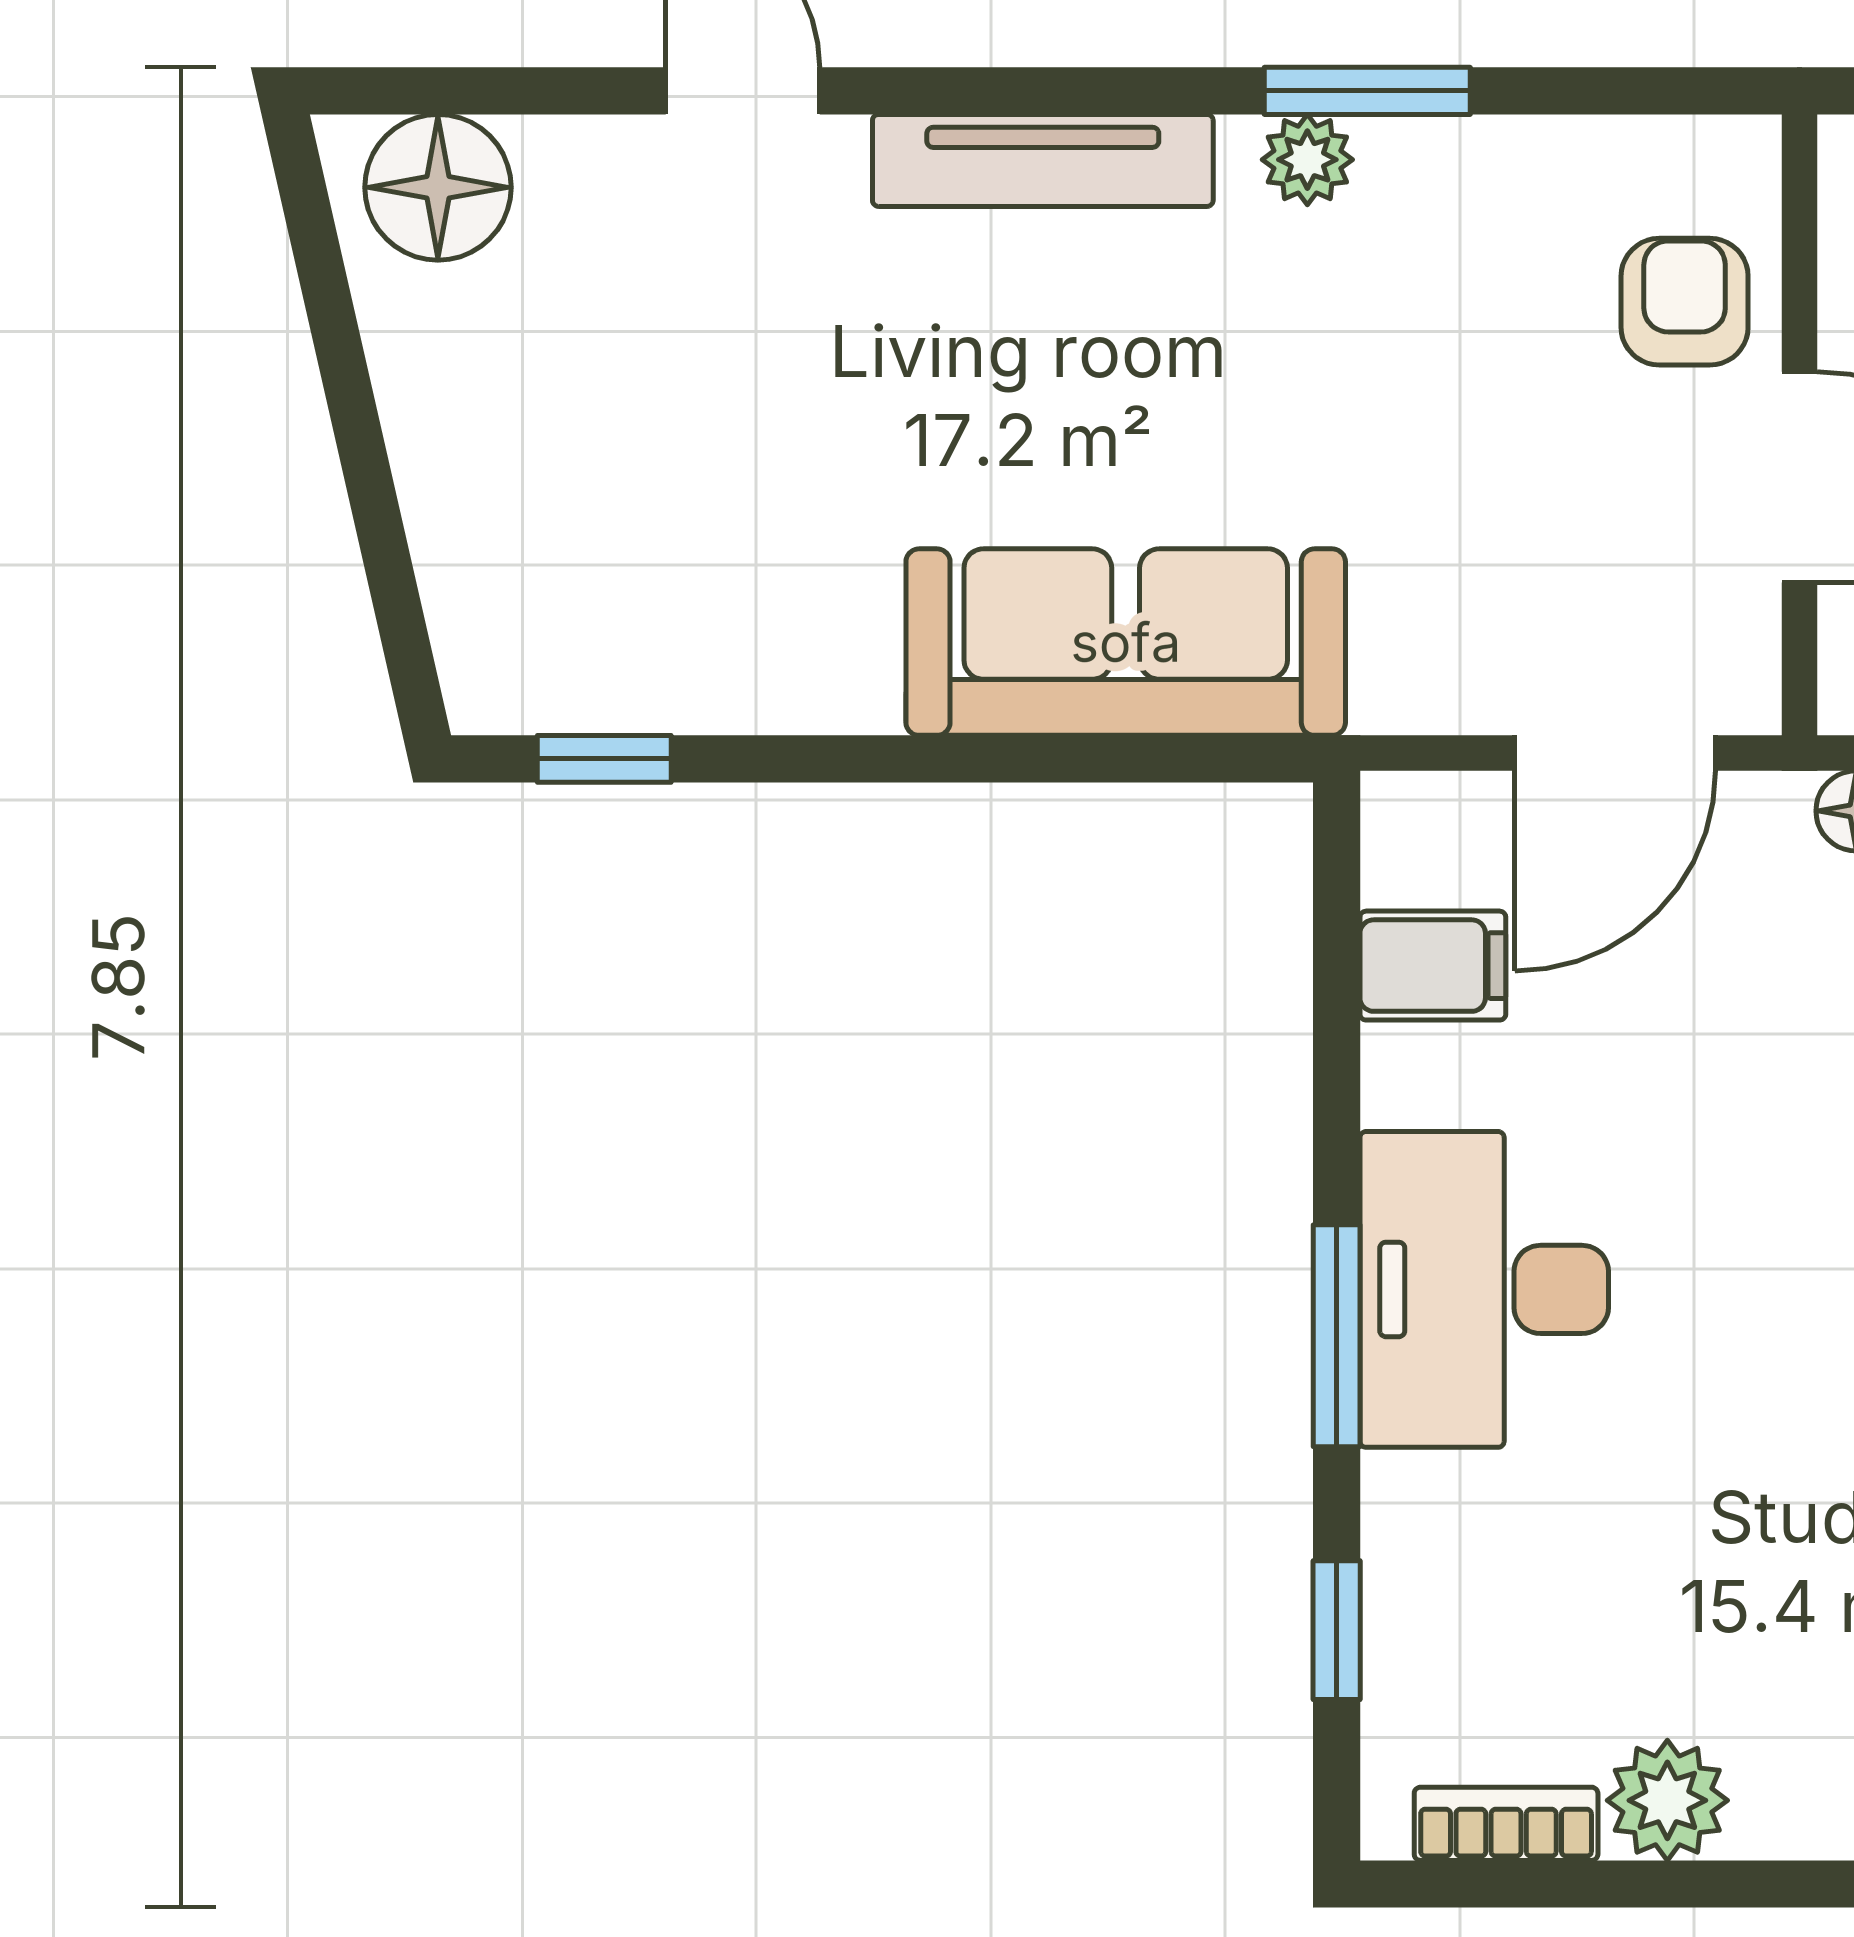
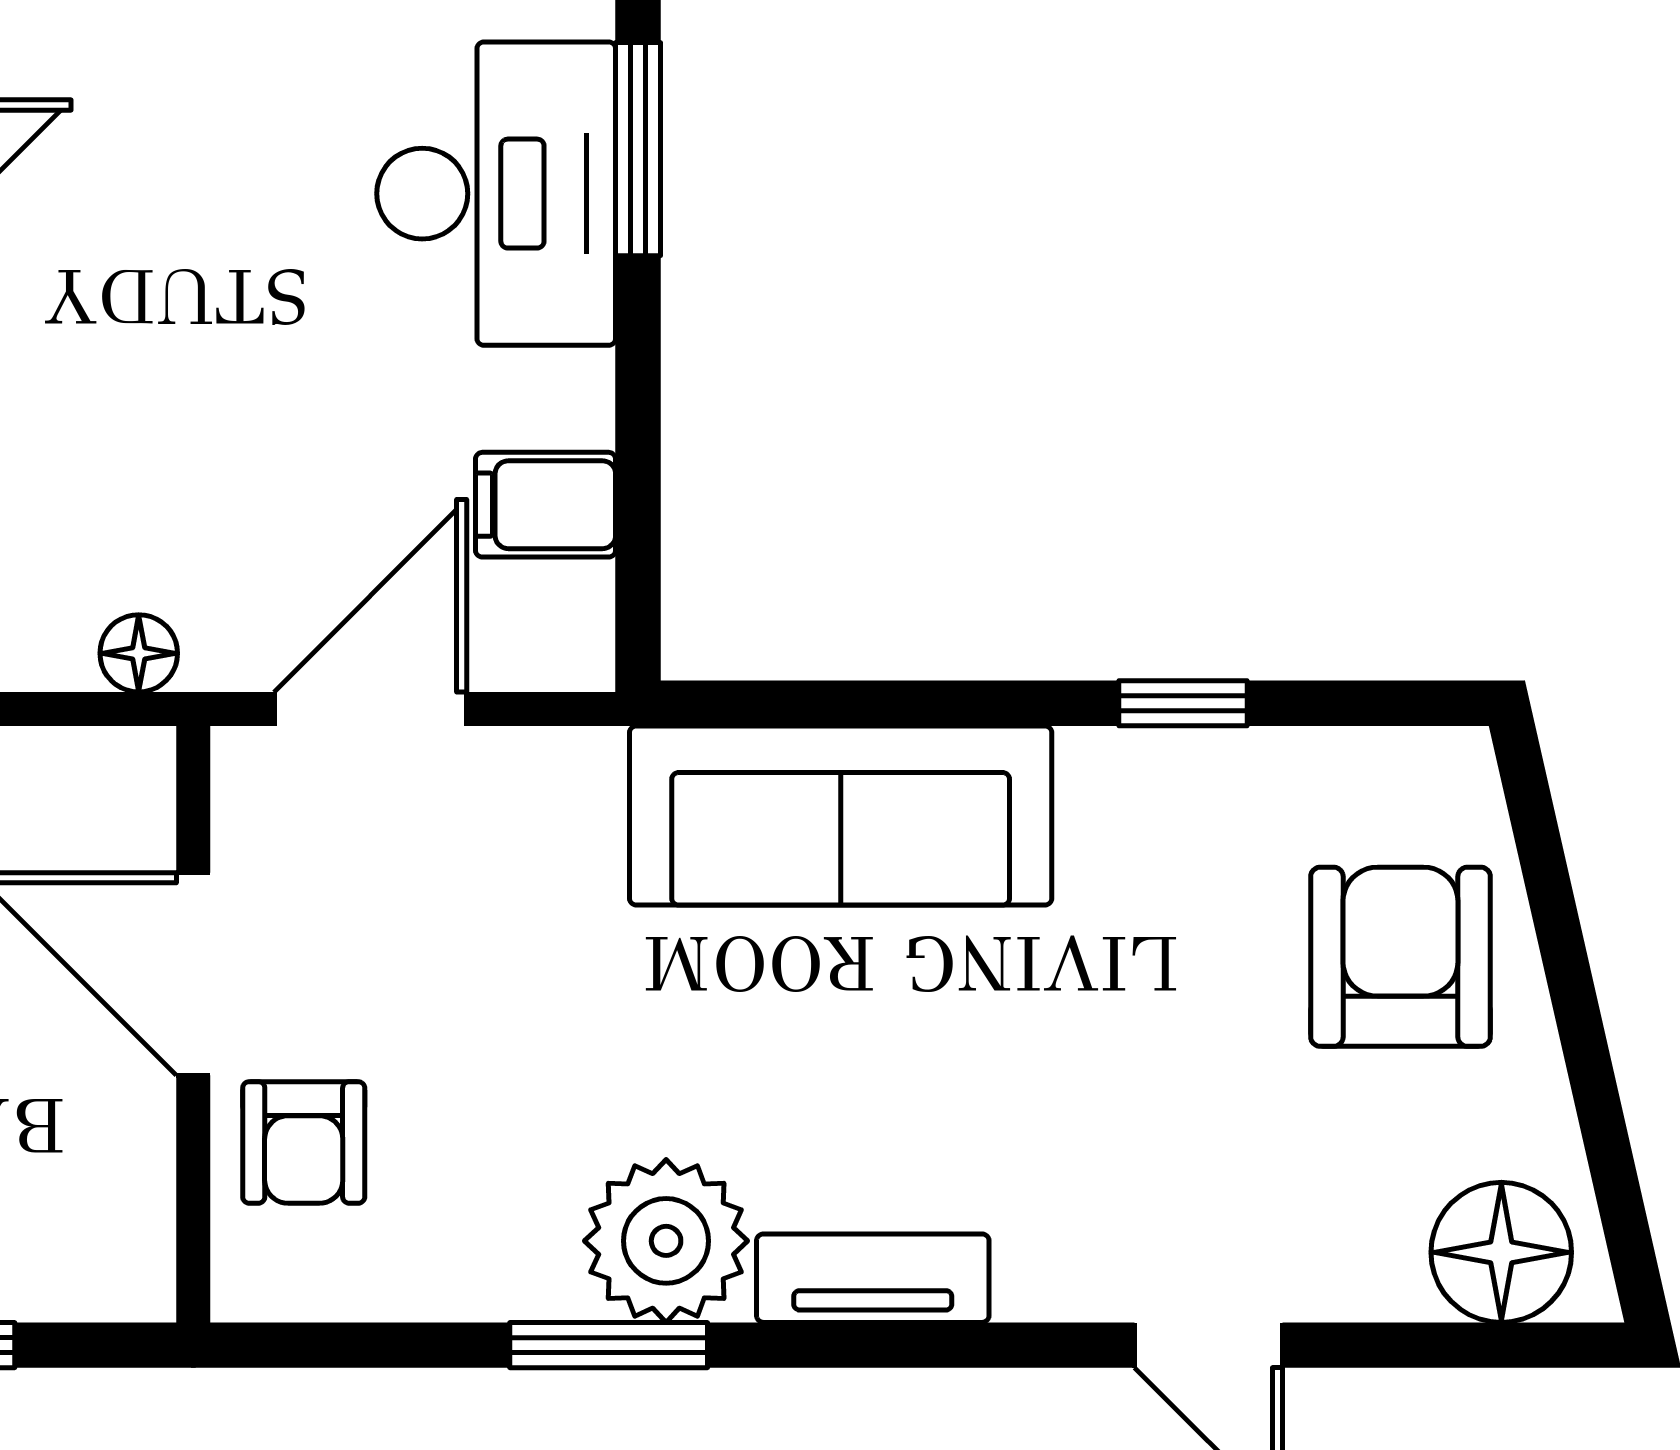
tv unit: (1043, 160) -> (873, 1278), width x0.71
plant: (1307, 160) -> (666, 1241), width x1.88, depth x1.88
armchair: (543, 495) -> (1400, 957), added
window: (604, 759) -> (1183, 703), moved

